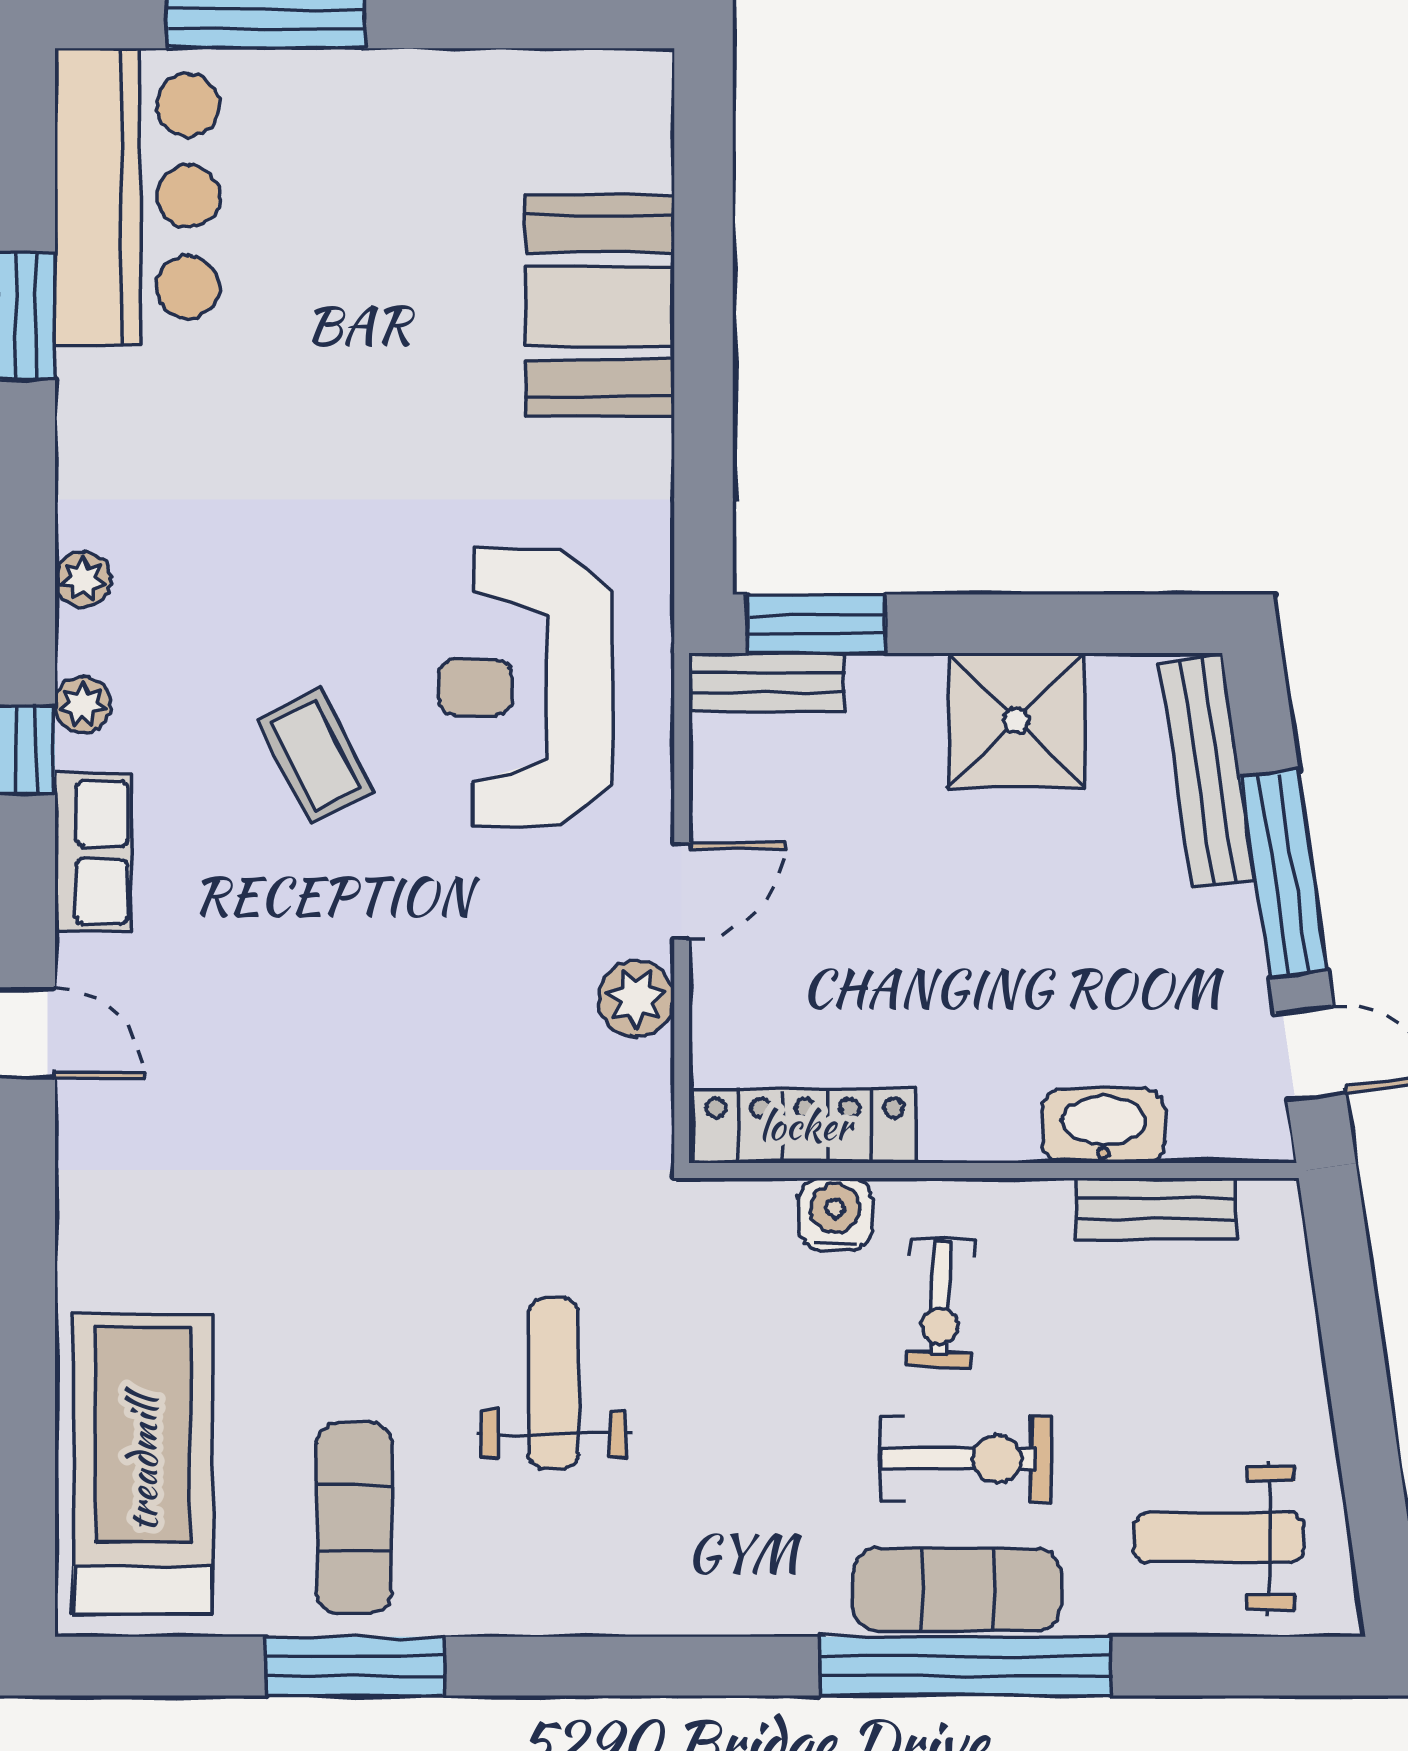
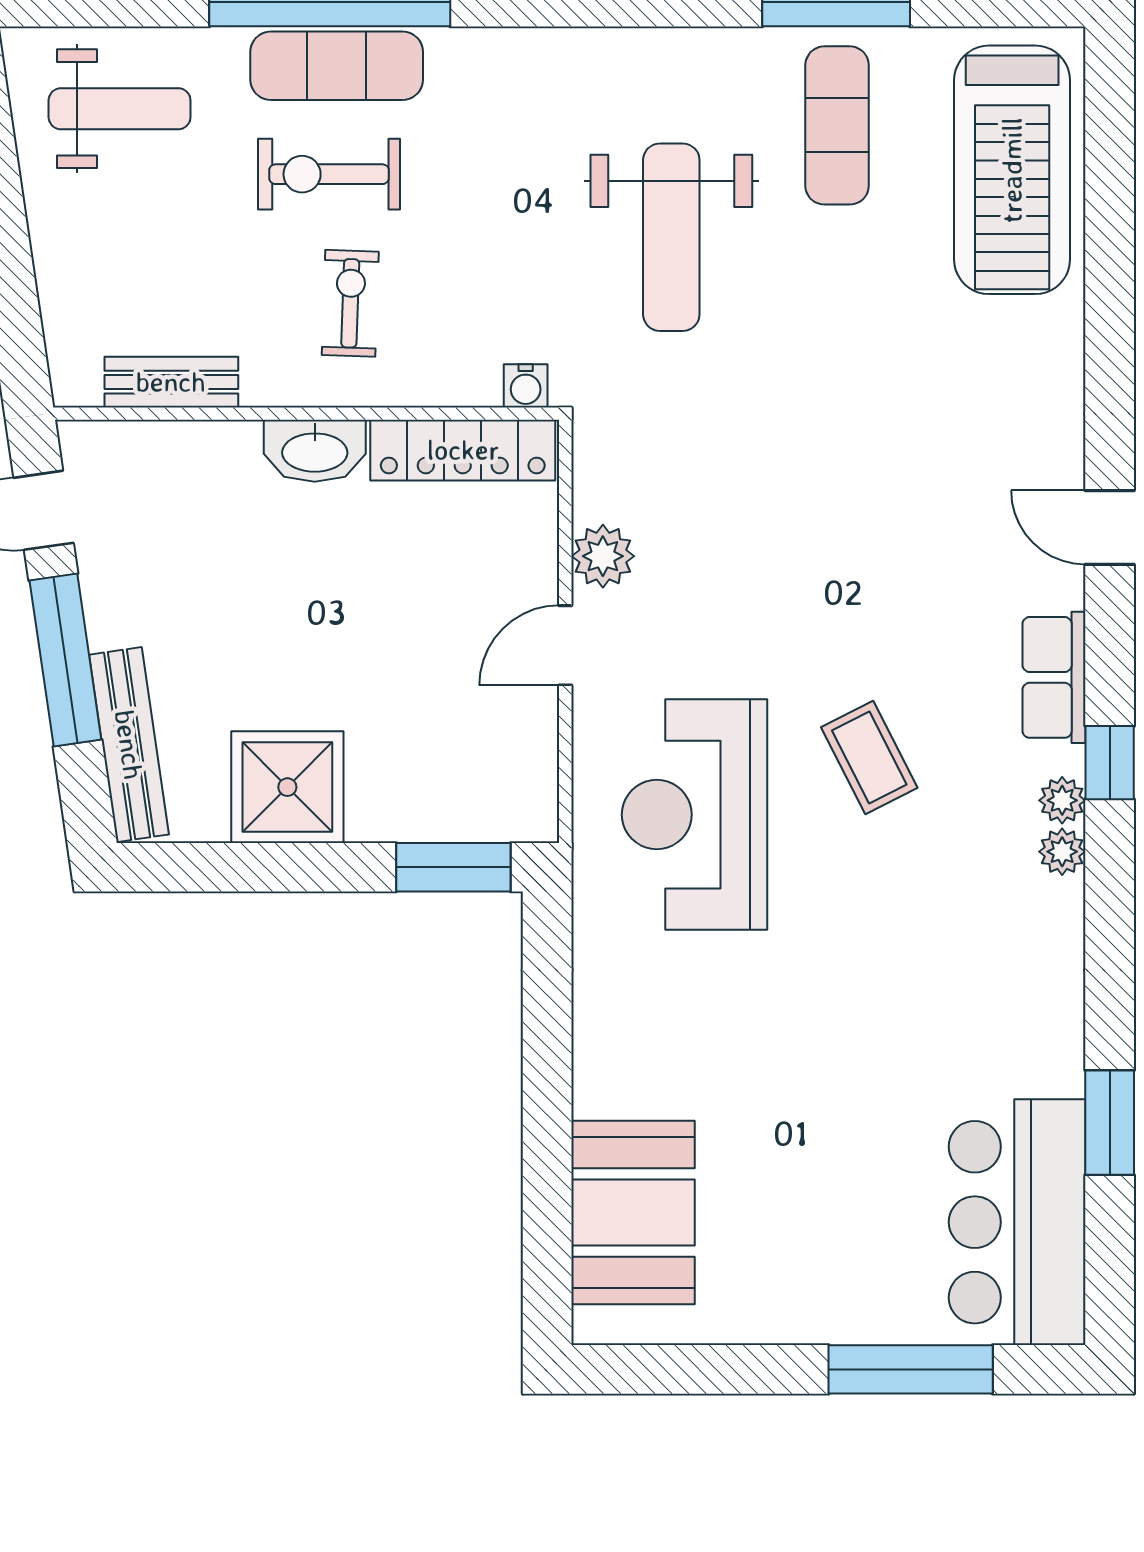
booth: (600, 306) -> (633, 1213), moved
plant: (83, 579) -> (1062, 852), moved
bench: (767, 683) -> (495, 818), removed
reception desk: (526, 687) -> (694, 815), turned 180
washbasin: (1104, 1126) -> (315, 451), moved
water cooler: (835, 1214) -> (526, 386), moved, width x0.72, depth x0.72
weight bench: (554, 1383) -> (671, 237), width x1.36, depth x1.33

